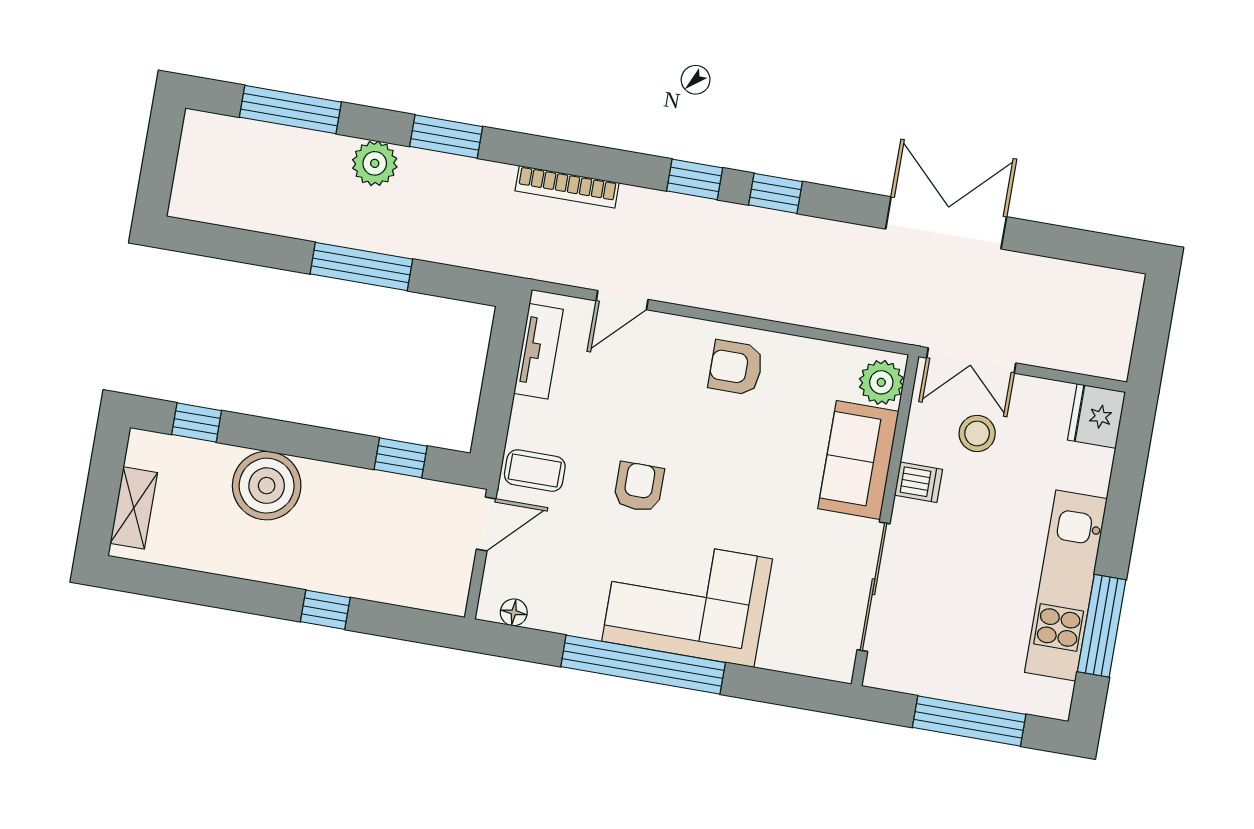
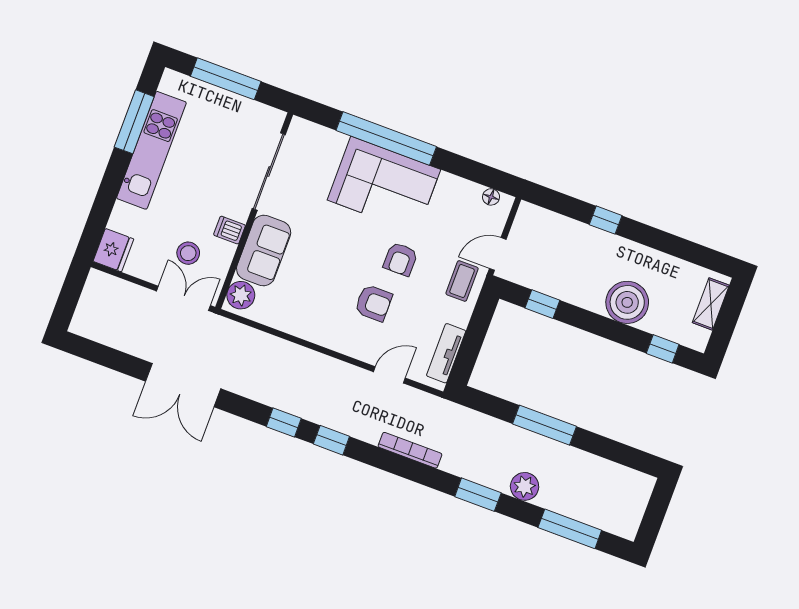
armchair: (736, 368) -> (374, 303), moved
coffee table: (535, 471) -> (462, 281), turned 90
window: (643, 665) -> (386, 138), moved

